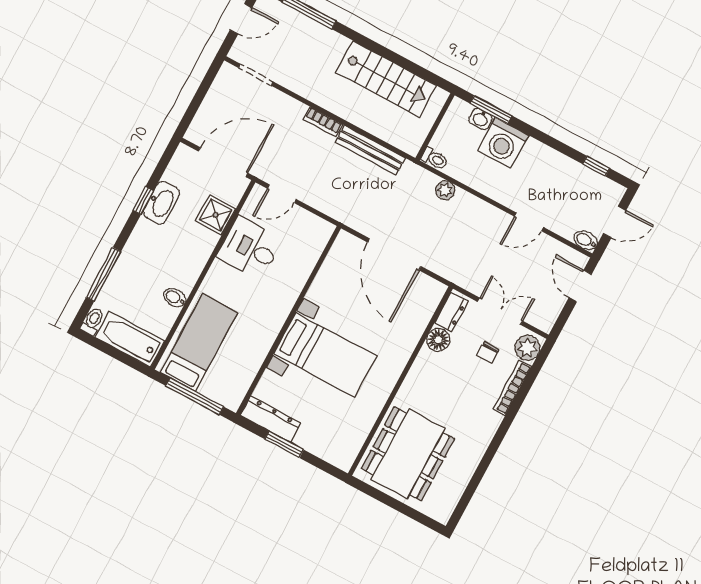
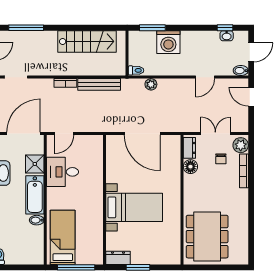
washbasin: (480, 119) -> (227, 36), moved
bathtub: (130, 339) -> (35, 195), moved, turned -90
dresser: (270, 419) -> (118, 258), width x0.70

